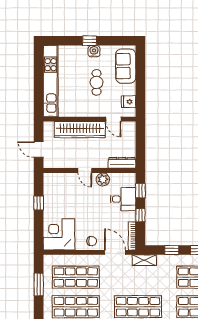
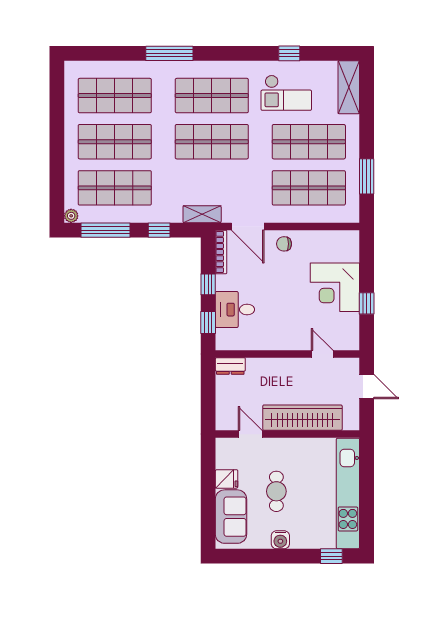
window: (90, 41) -> (331, 556), moved
fridge: (129, 102) -> (227, 479), moved
dresser: (122, 163) -> (230, 366), width x0.70
door: (85, 171) -> (322, 354), moved
plant: (103, 179) -> (267, 340), removed
corner desk: (59, 234) -> (335, 287), moved, turned 90

